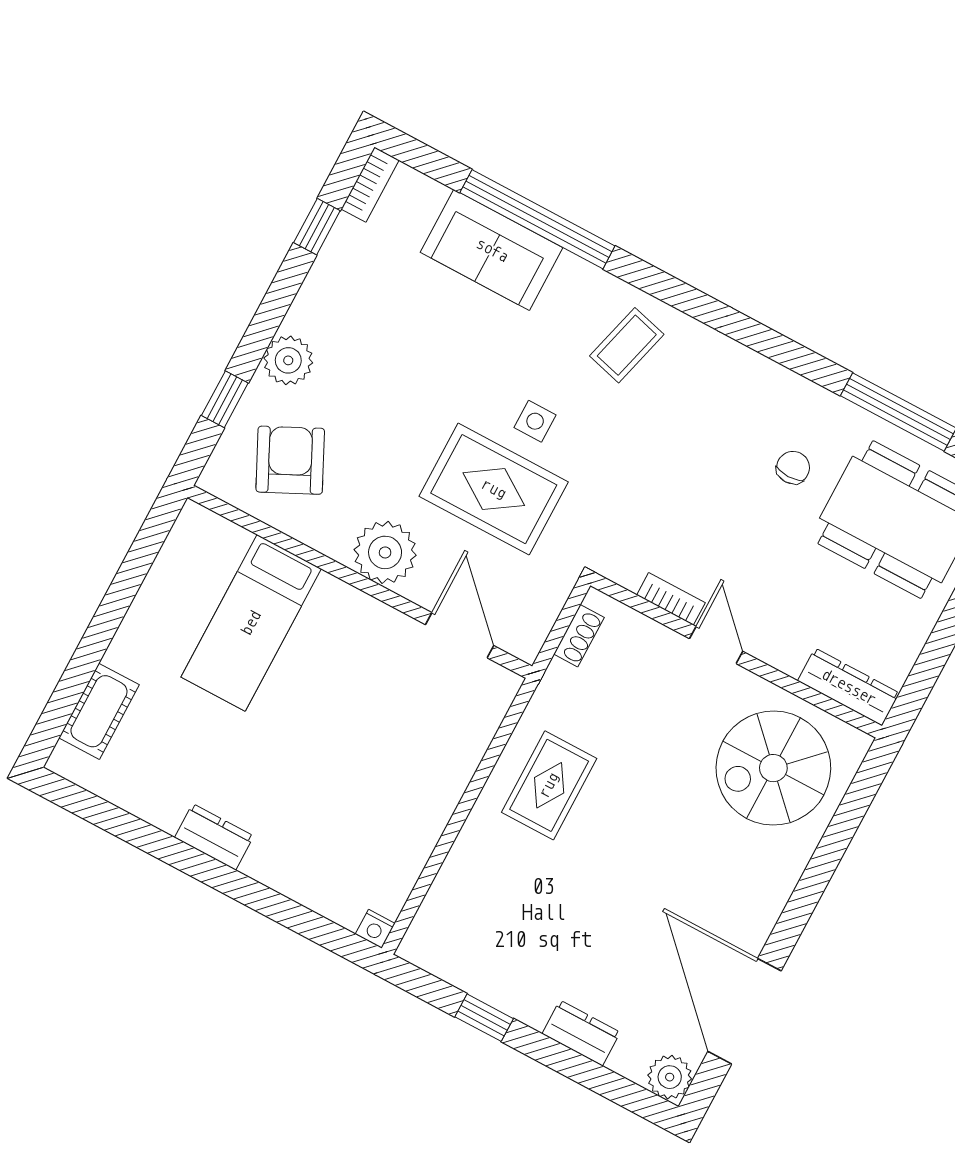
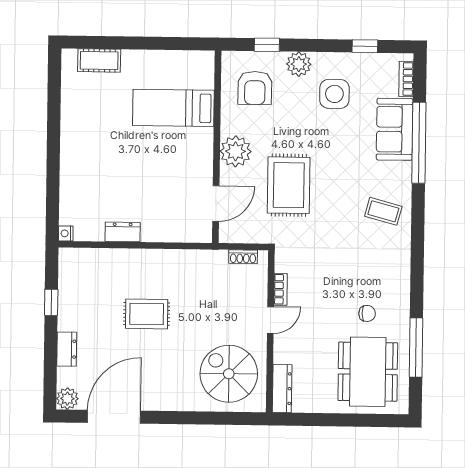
bookcase: (370, 185) -> (406, 79), moved, turned 90
side table: (535, 421) -> (334, 94), moved, width x1.87, depth x1.87
armchair: (290, 460) -> (255, 88), turned 116
rug: (549, 785) -> (147, 314), moved
dresser: (214, 837) -> (123, 232), moved, turned -90

